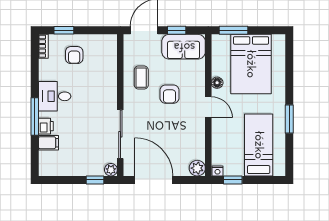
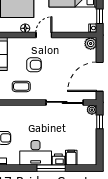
desk: (55, 96) -> (36, 153), width x1.37

